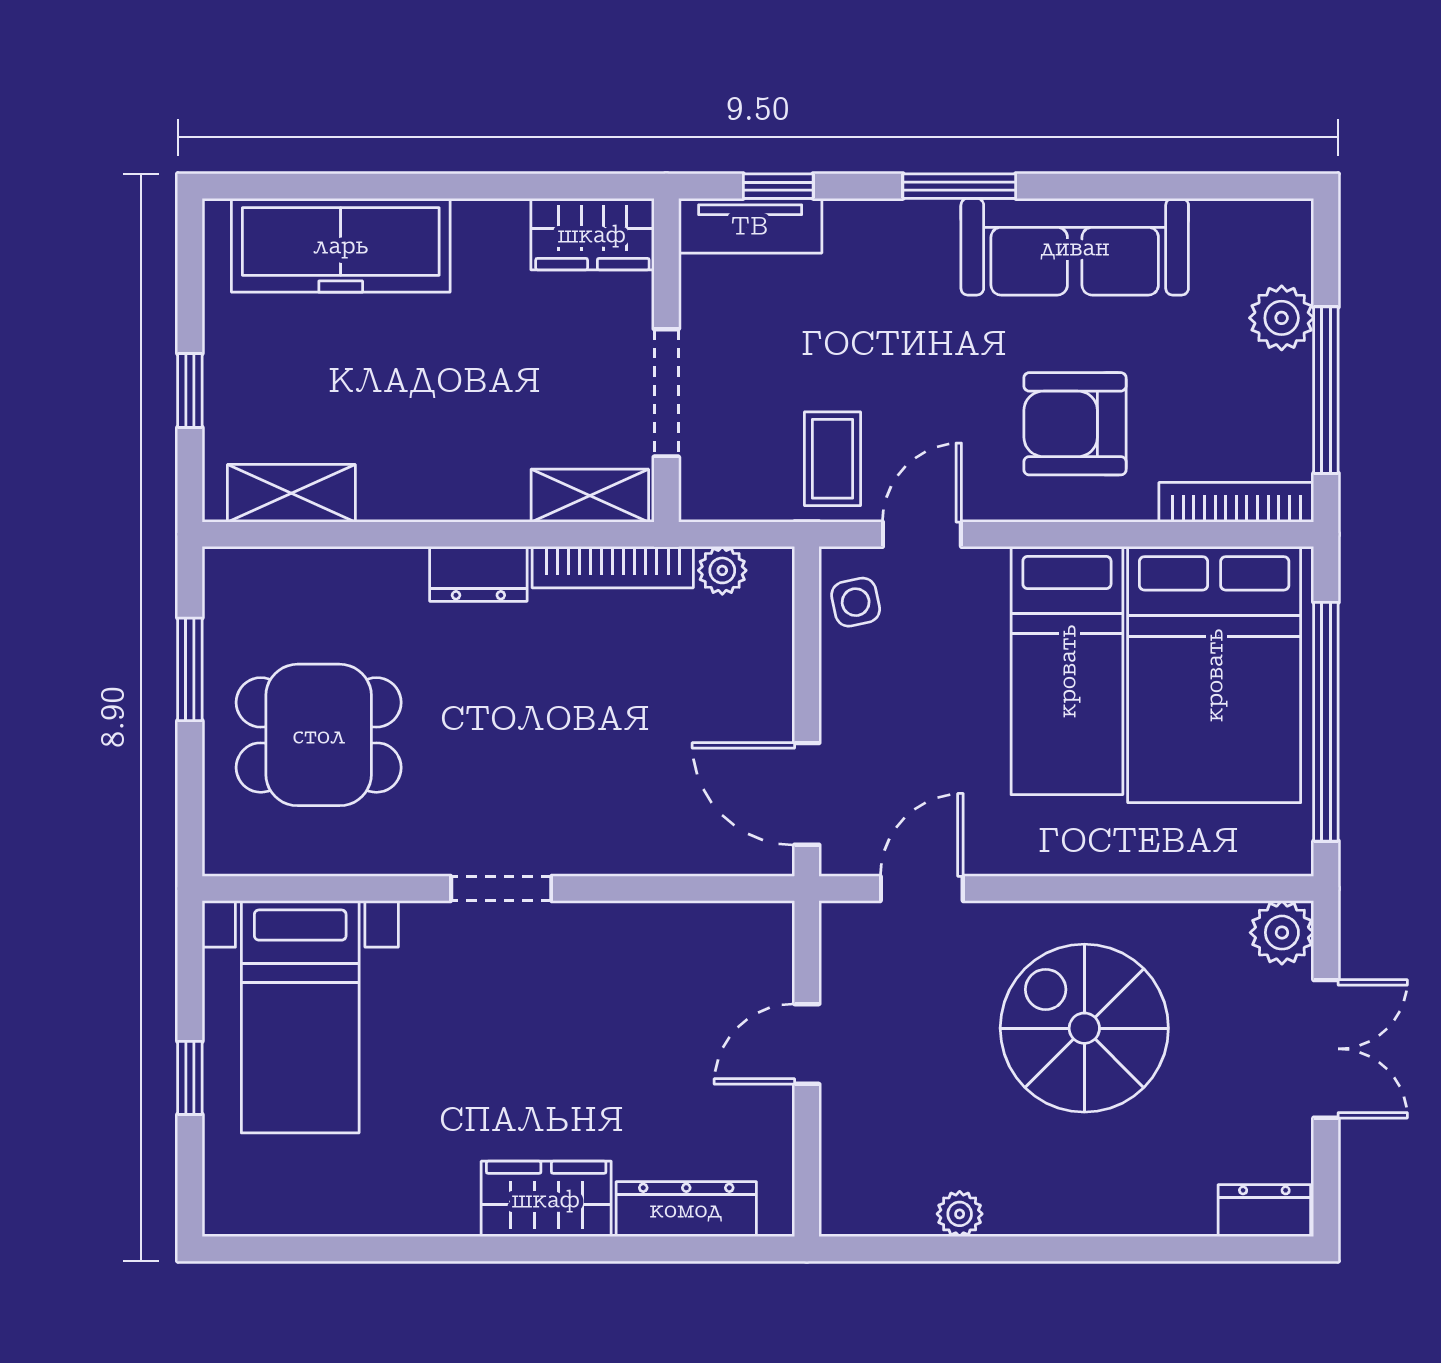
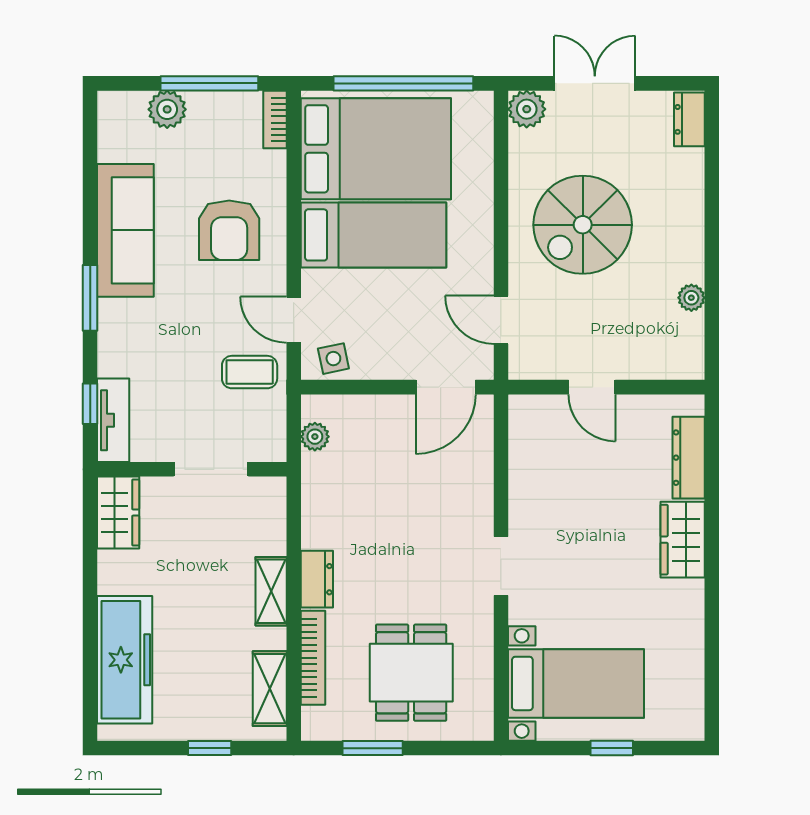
shelving: (590, 496) -> (271, 591), moved
bookcase: (1236, 502) -> (275, 120), width x0.64
bookcase: (613, 567) -> (313, 658), moved

